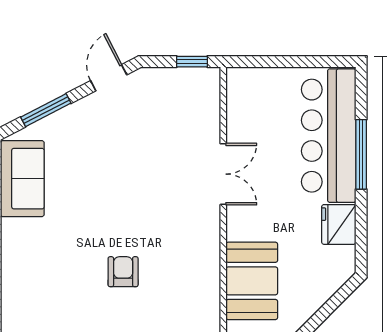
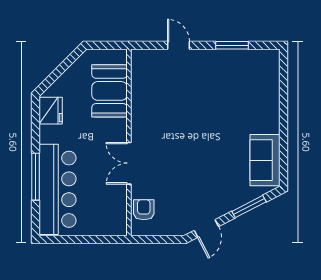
window: (192, 62) -> (150, 239), removed
fridge: (339, 224) -> (51, 111), moved
armchair: (123, 272) -> (144, 210), moved, turned 180

